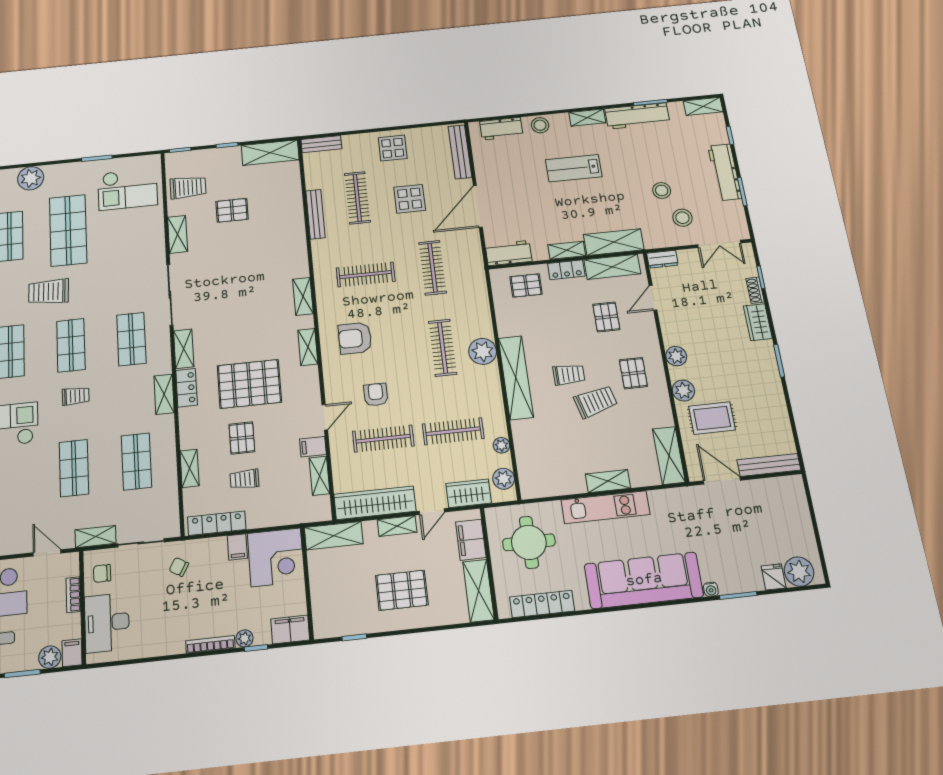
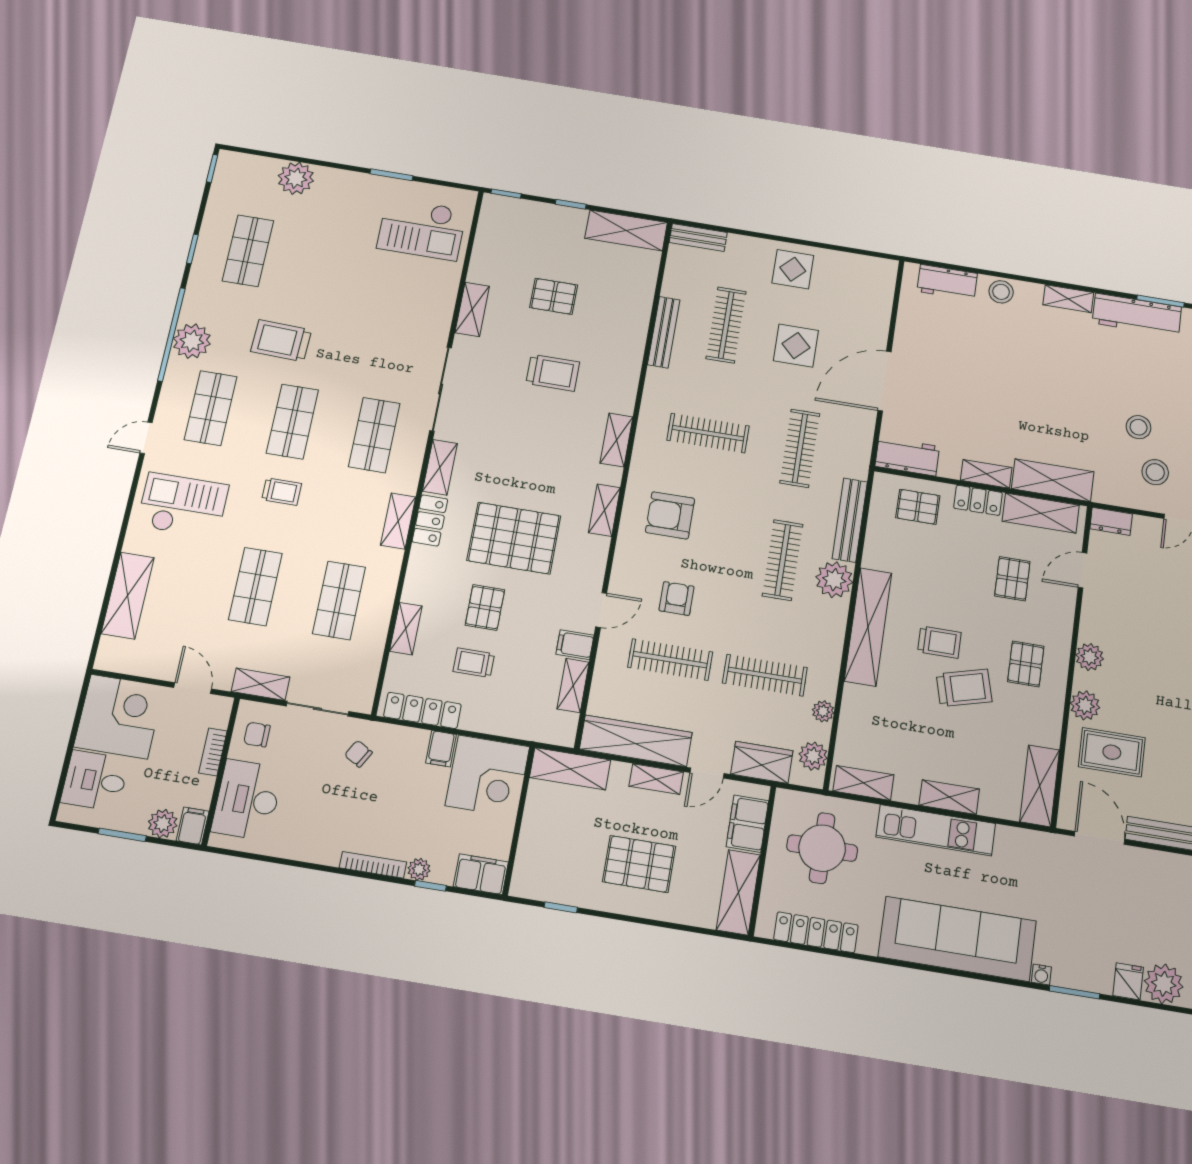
bench: (460, 152) -> (850, 520), moved
lab bench: (574, 168) -> (1029, 364), removed
trolley: (188, 187) -> (553, 373), moved
shop shelf: (68, 230) -> (328, 264), removed
shelving: (545, 488) -> (864, 783), added

